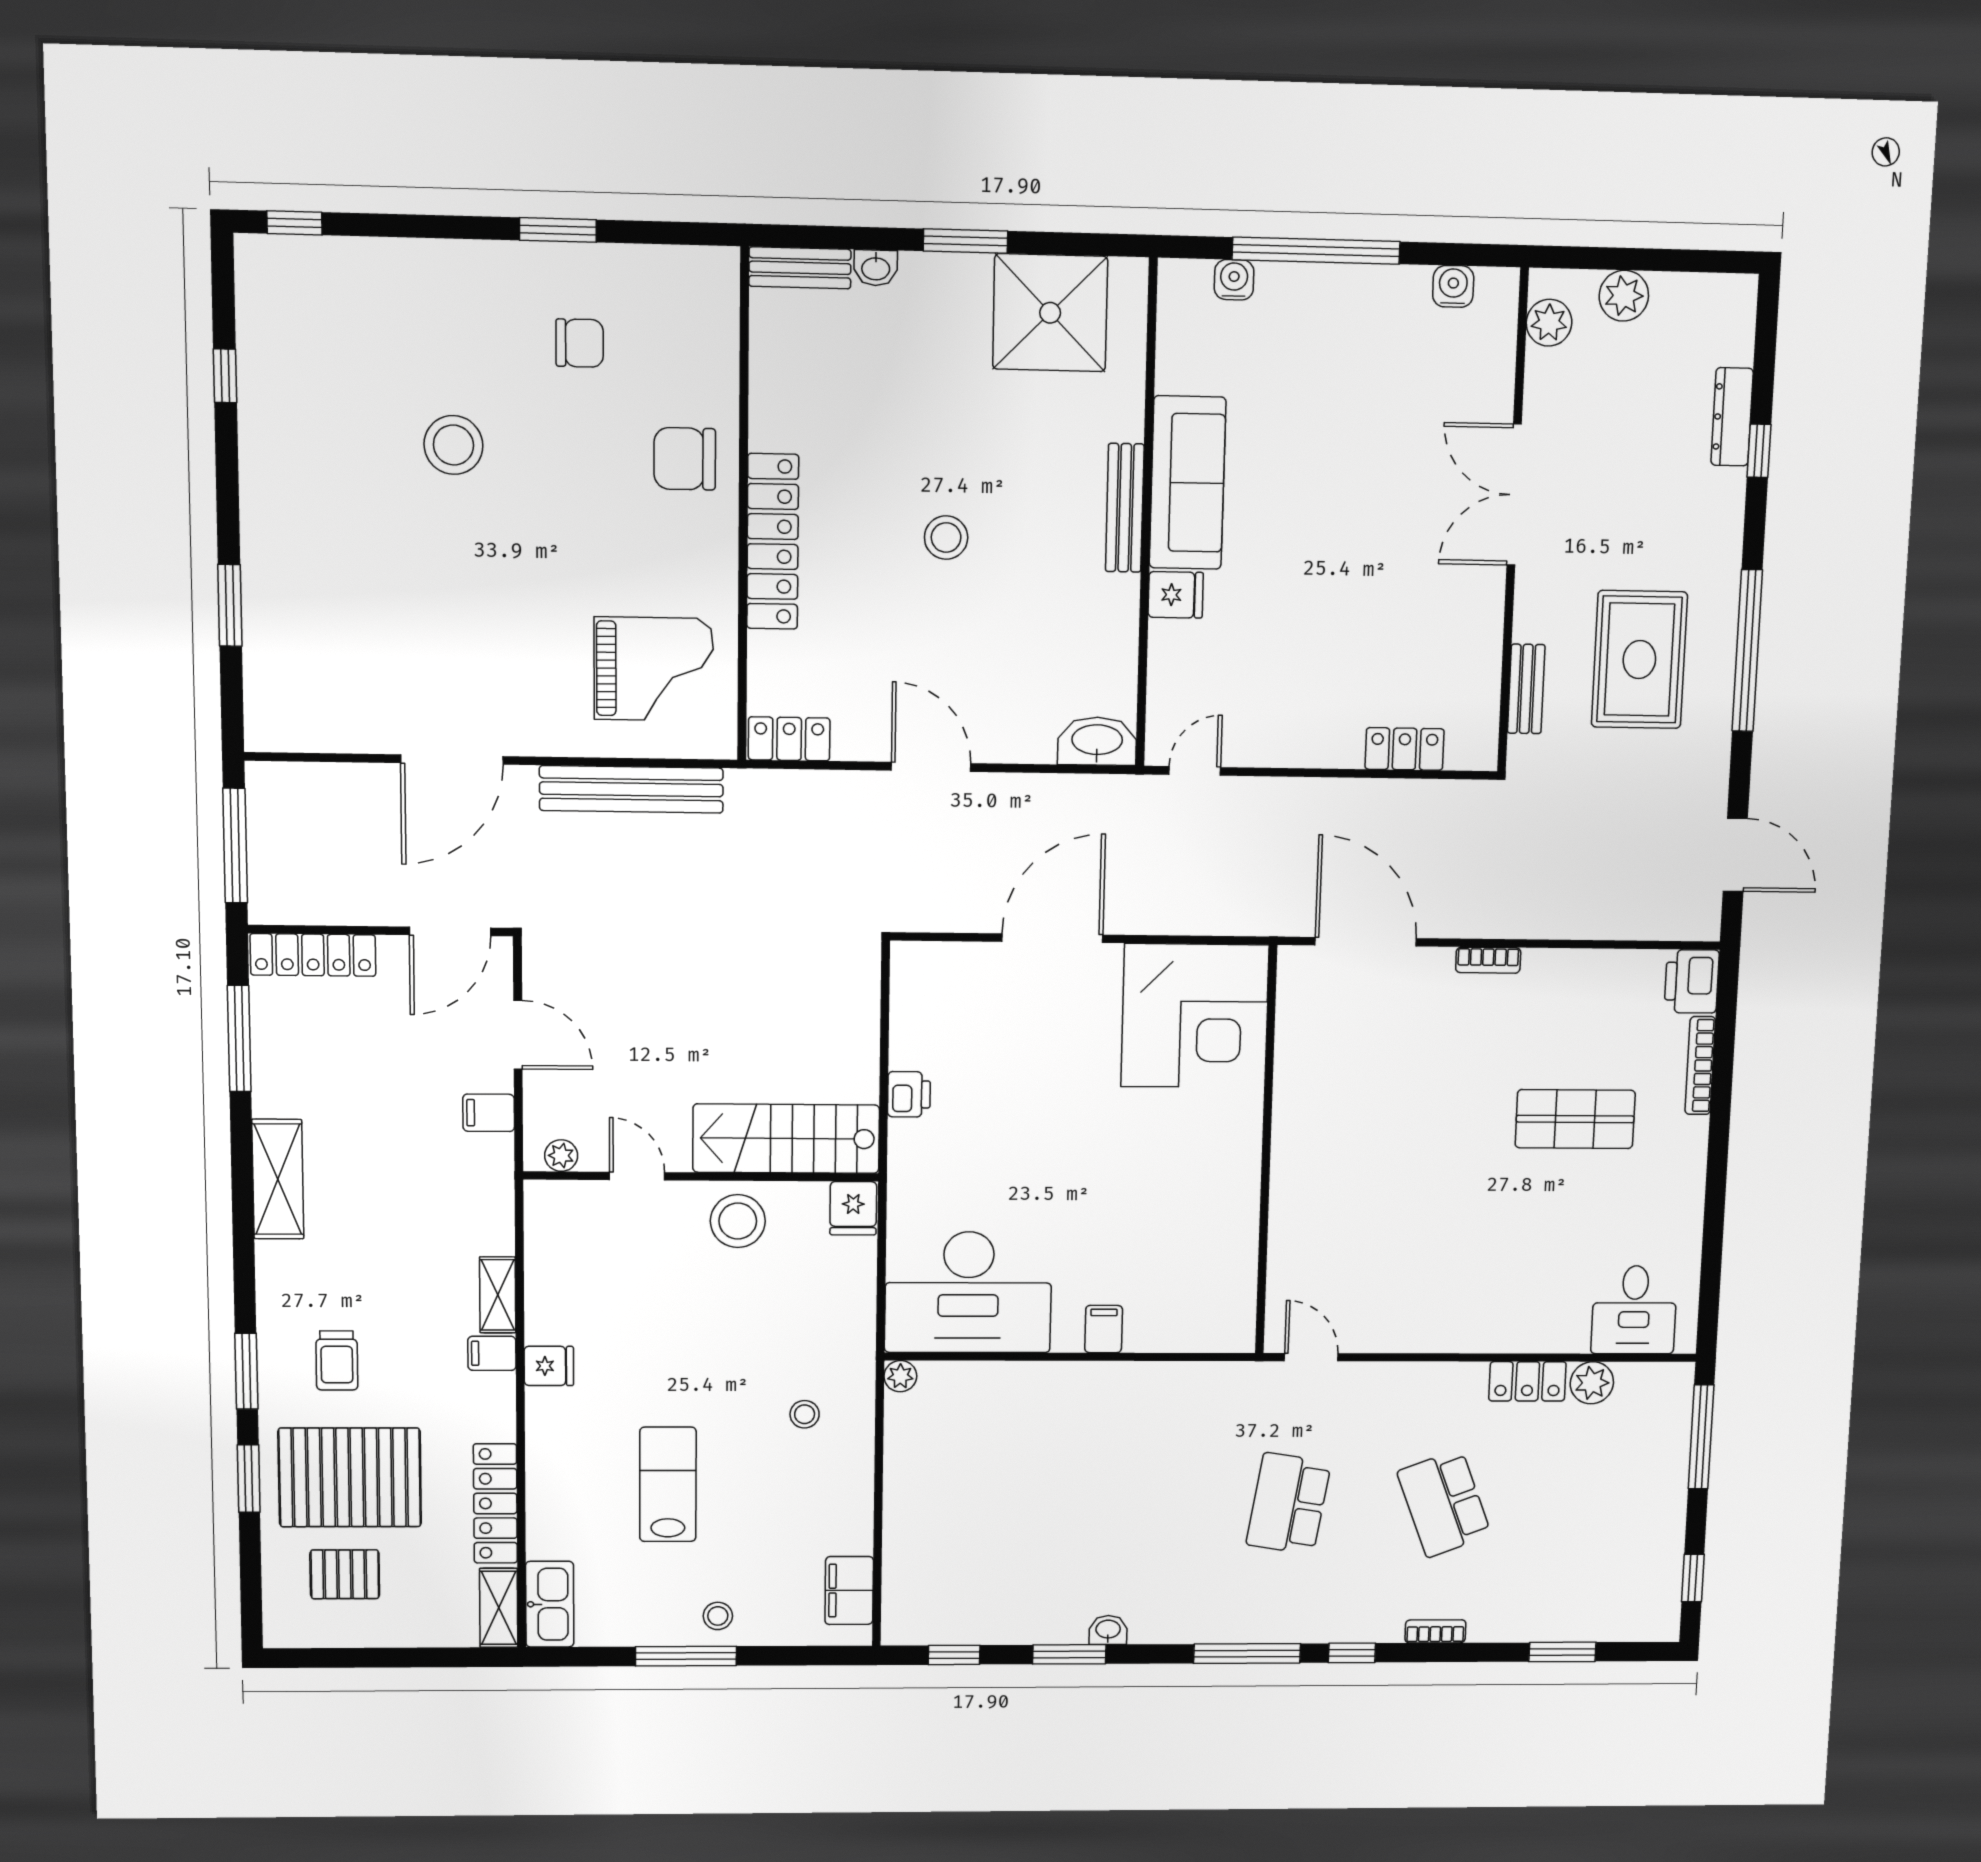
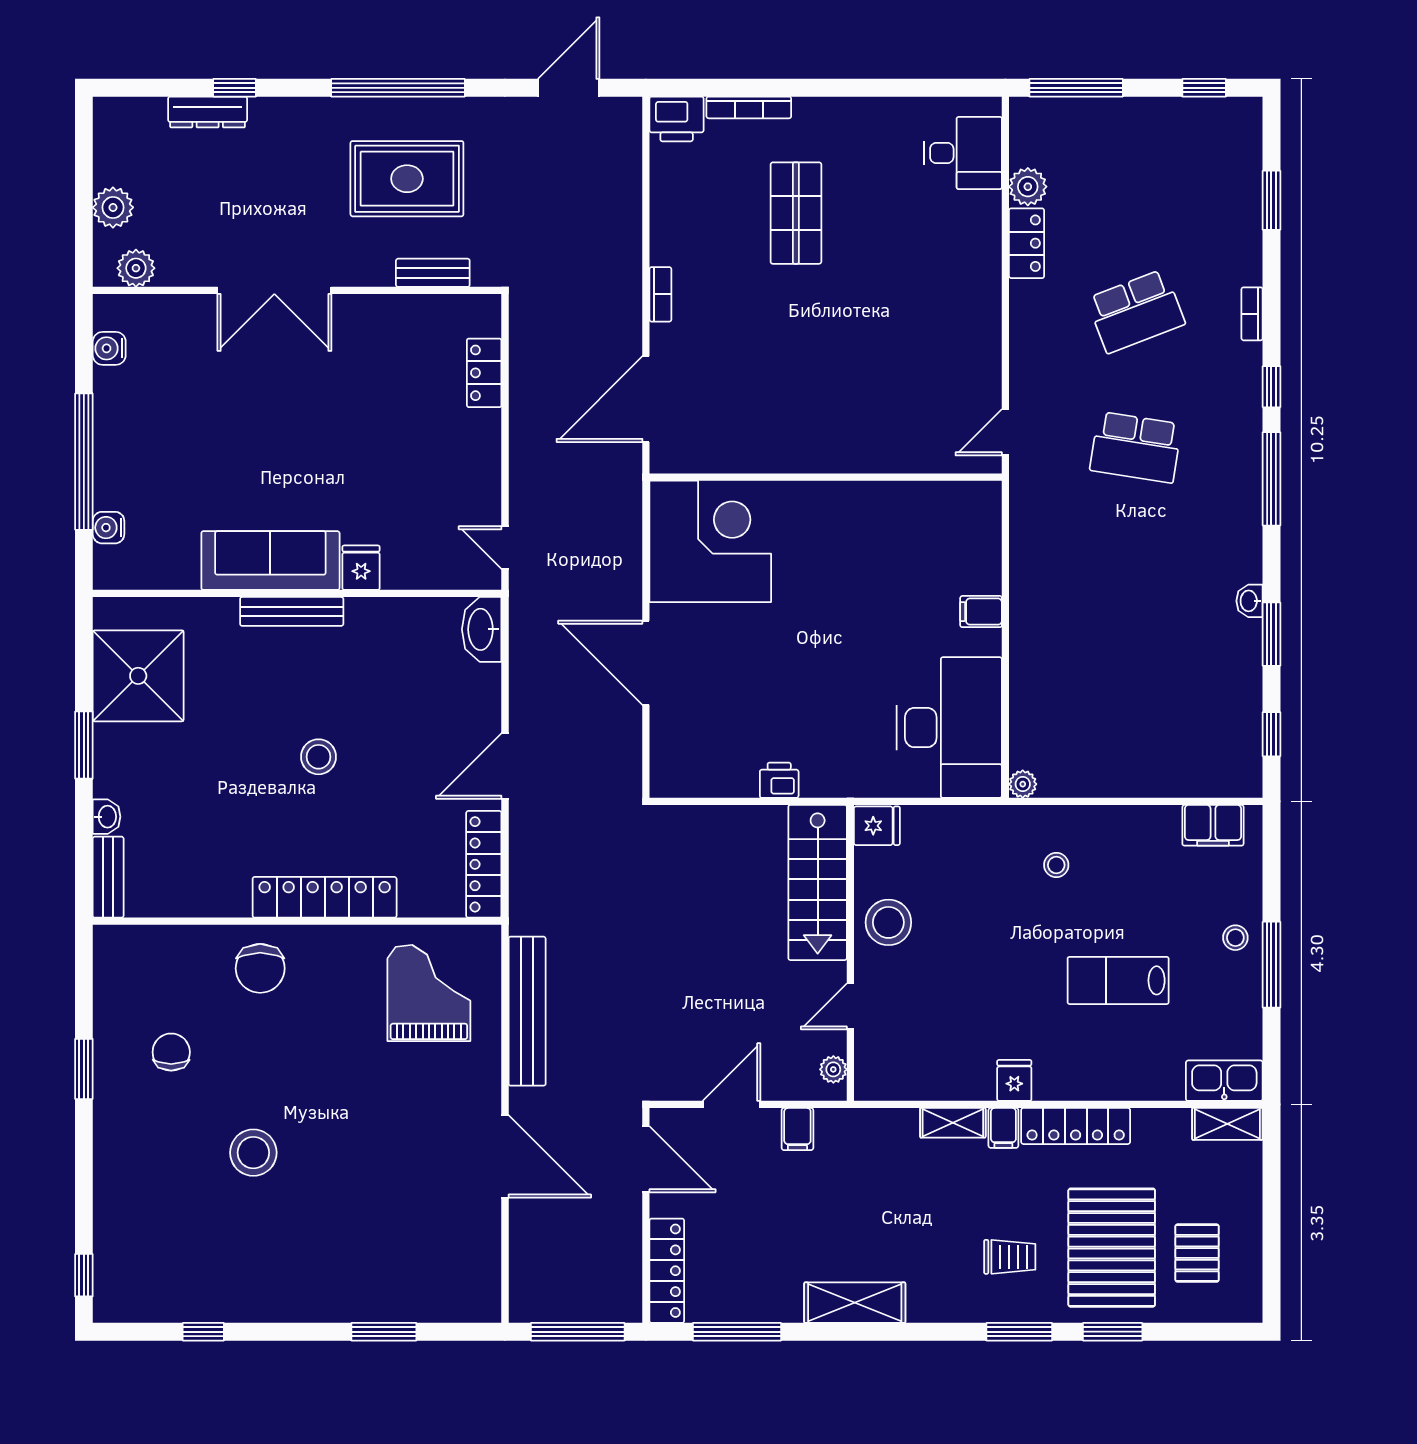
locker: (789, 739) -> (484, 864), width x1.53
locker: (495, 1503) -> (1076, 1126), moved

